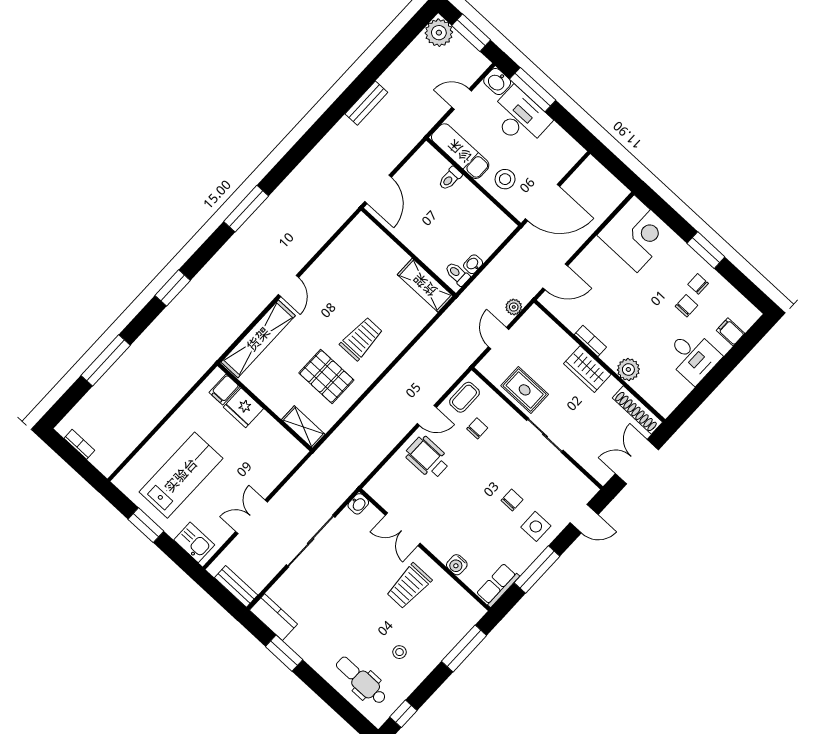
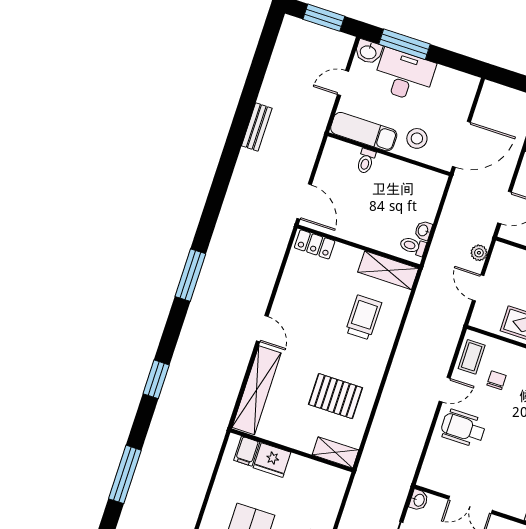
plant: (439, 33) -> (294, 31), removed
locker: (370, 232) -> (315, 244), added
trolley: (361, 339) -> (364, 317), moved

